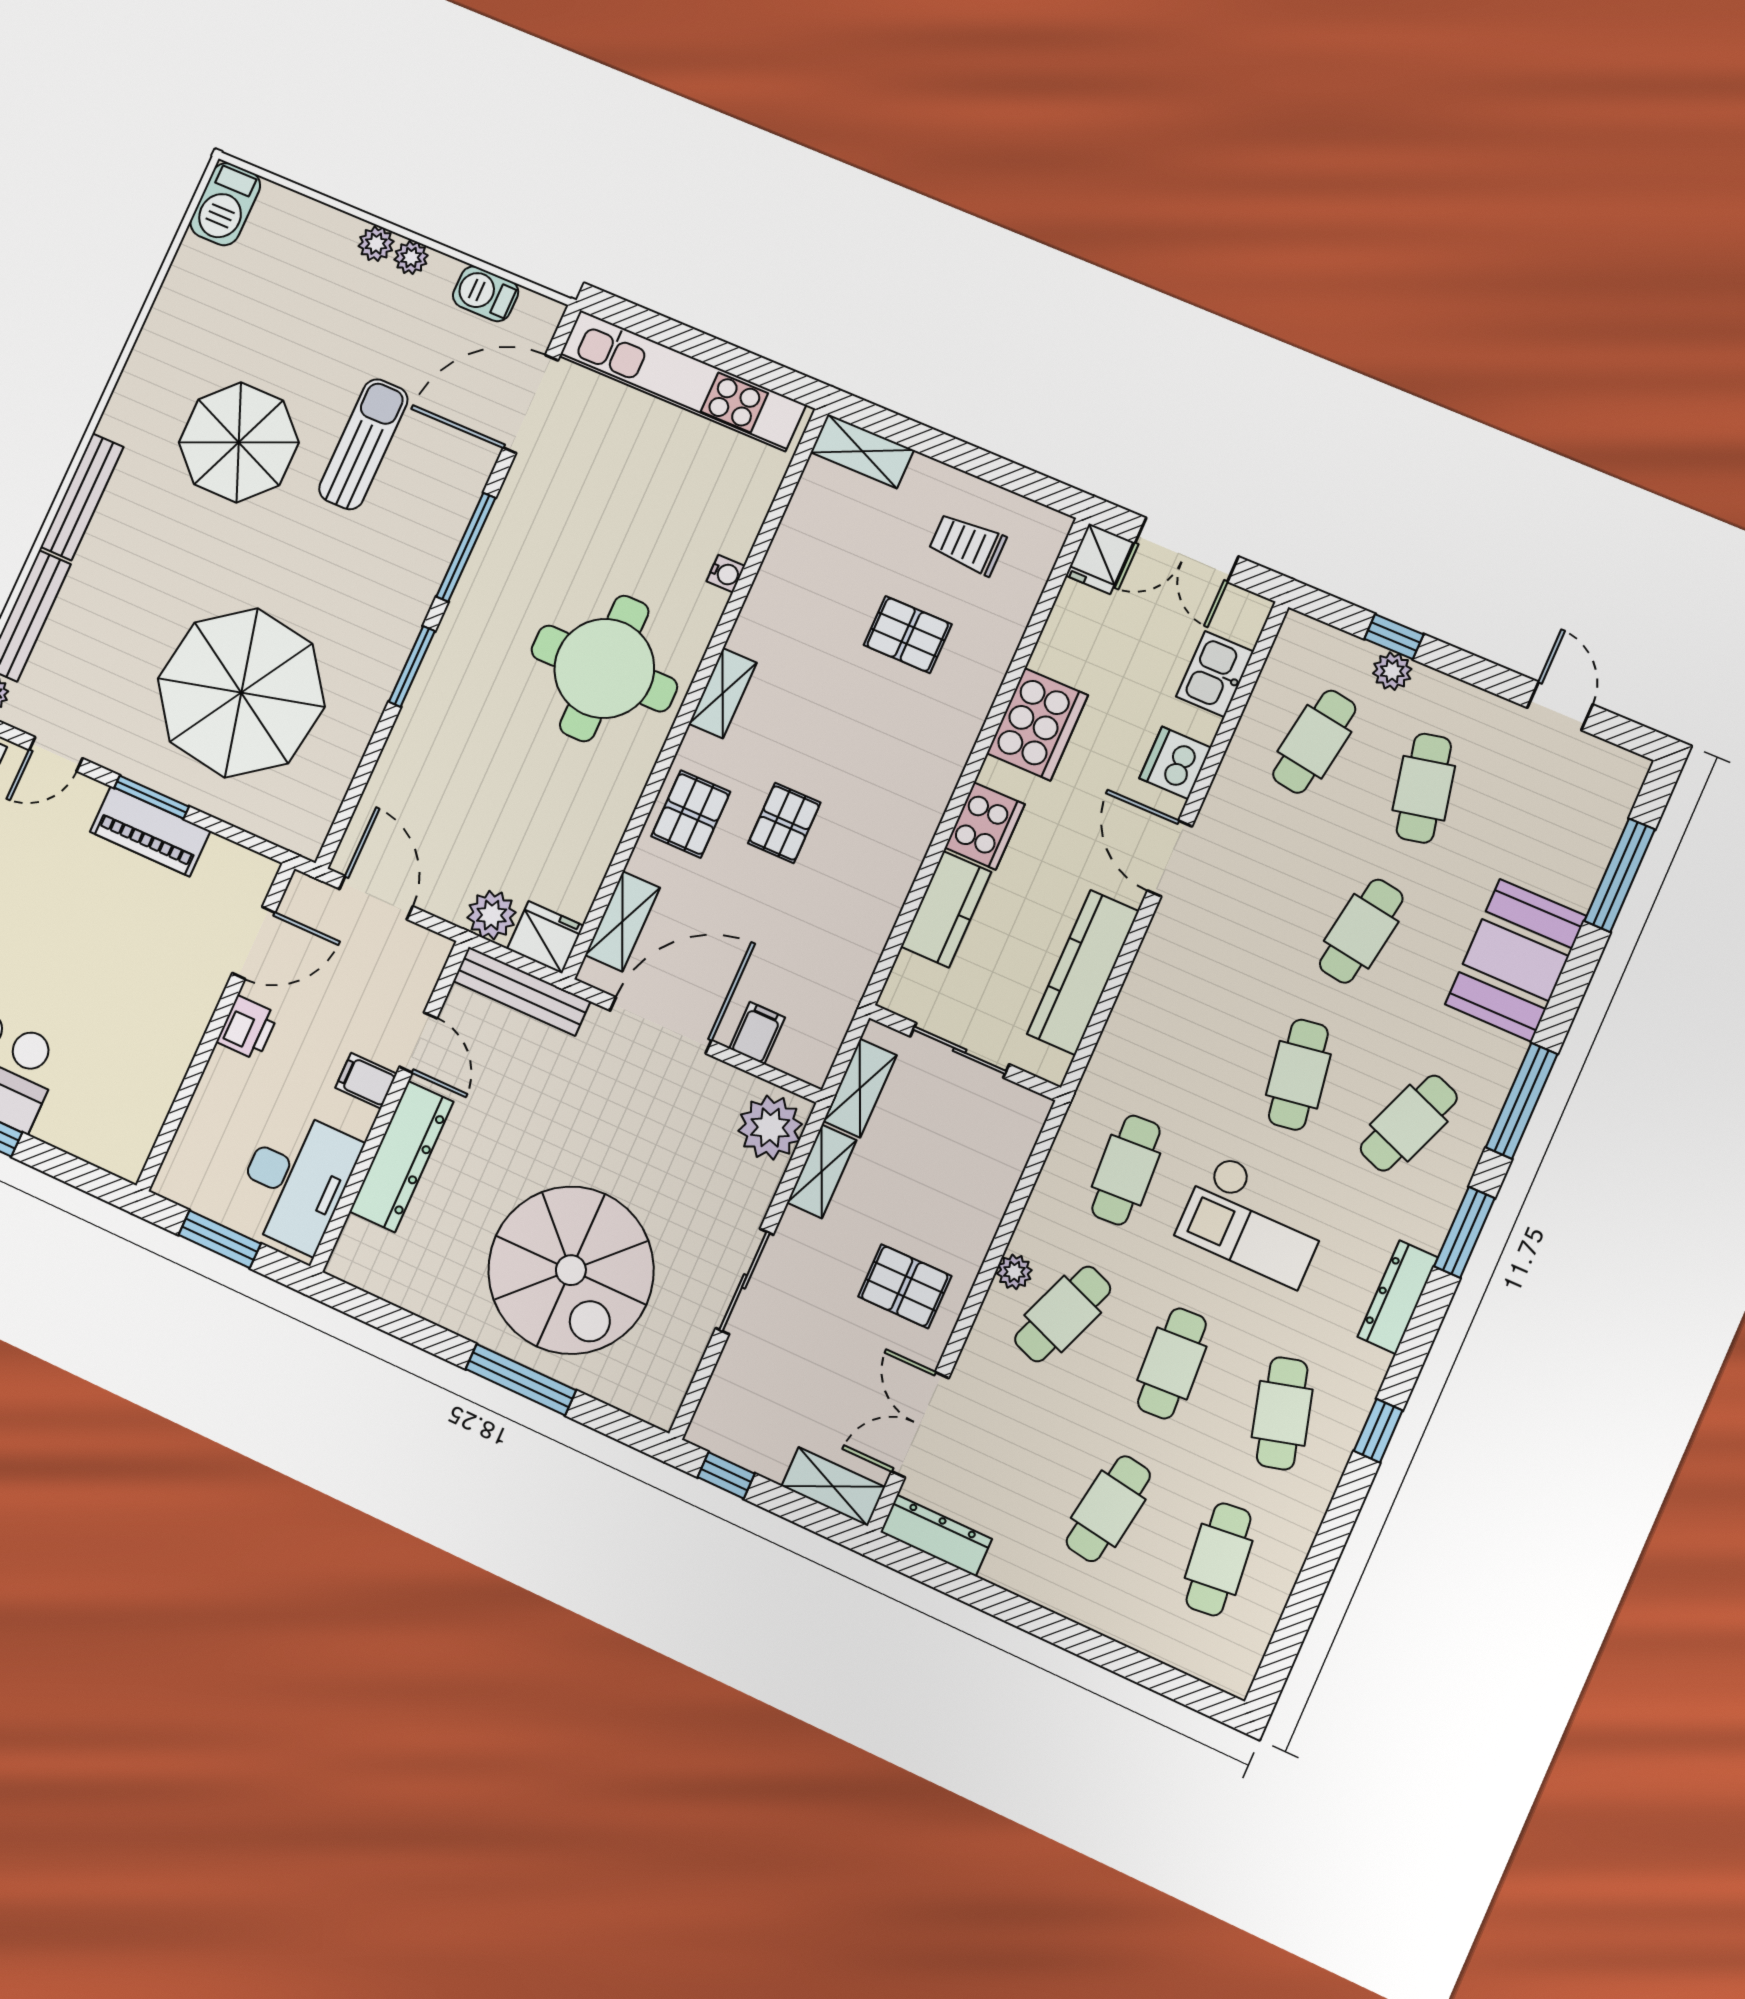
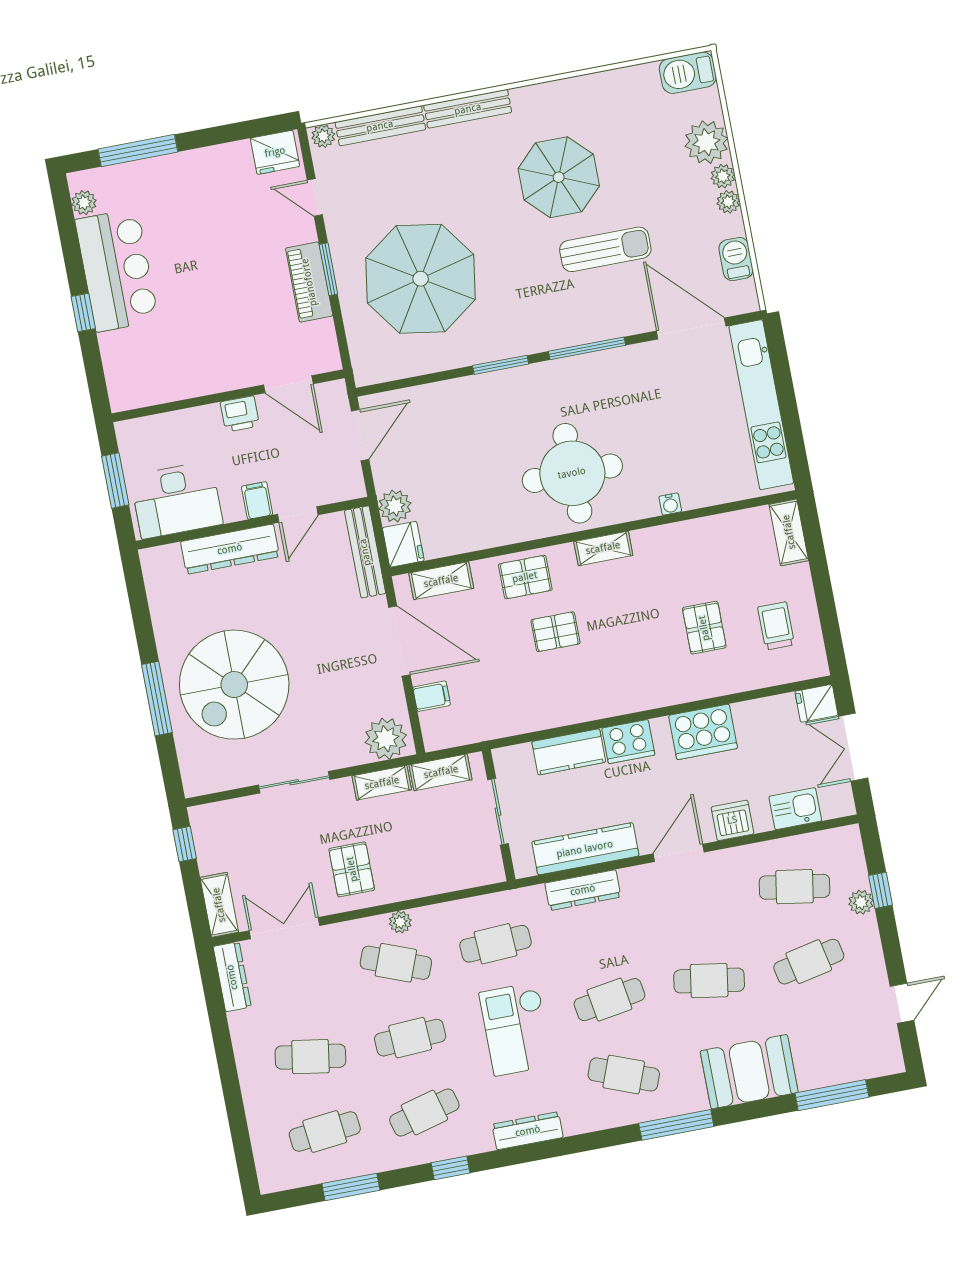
plant: (322, 236) -> (706, 142), added
dresser: (1134, 1012) -> (583, 890), added
window: (1464, 1232) -> (351, 1187), moved

